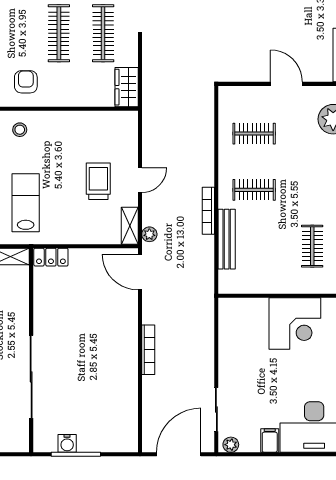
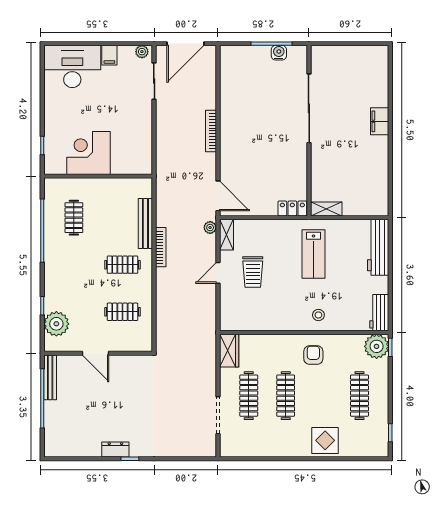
armchair: (26, 82) -> (313, 355), turned 180

